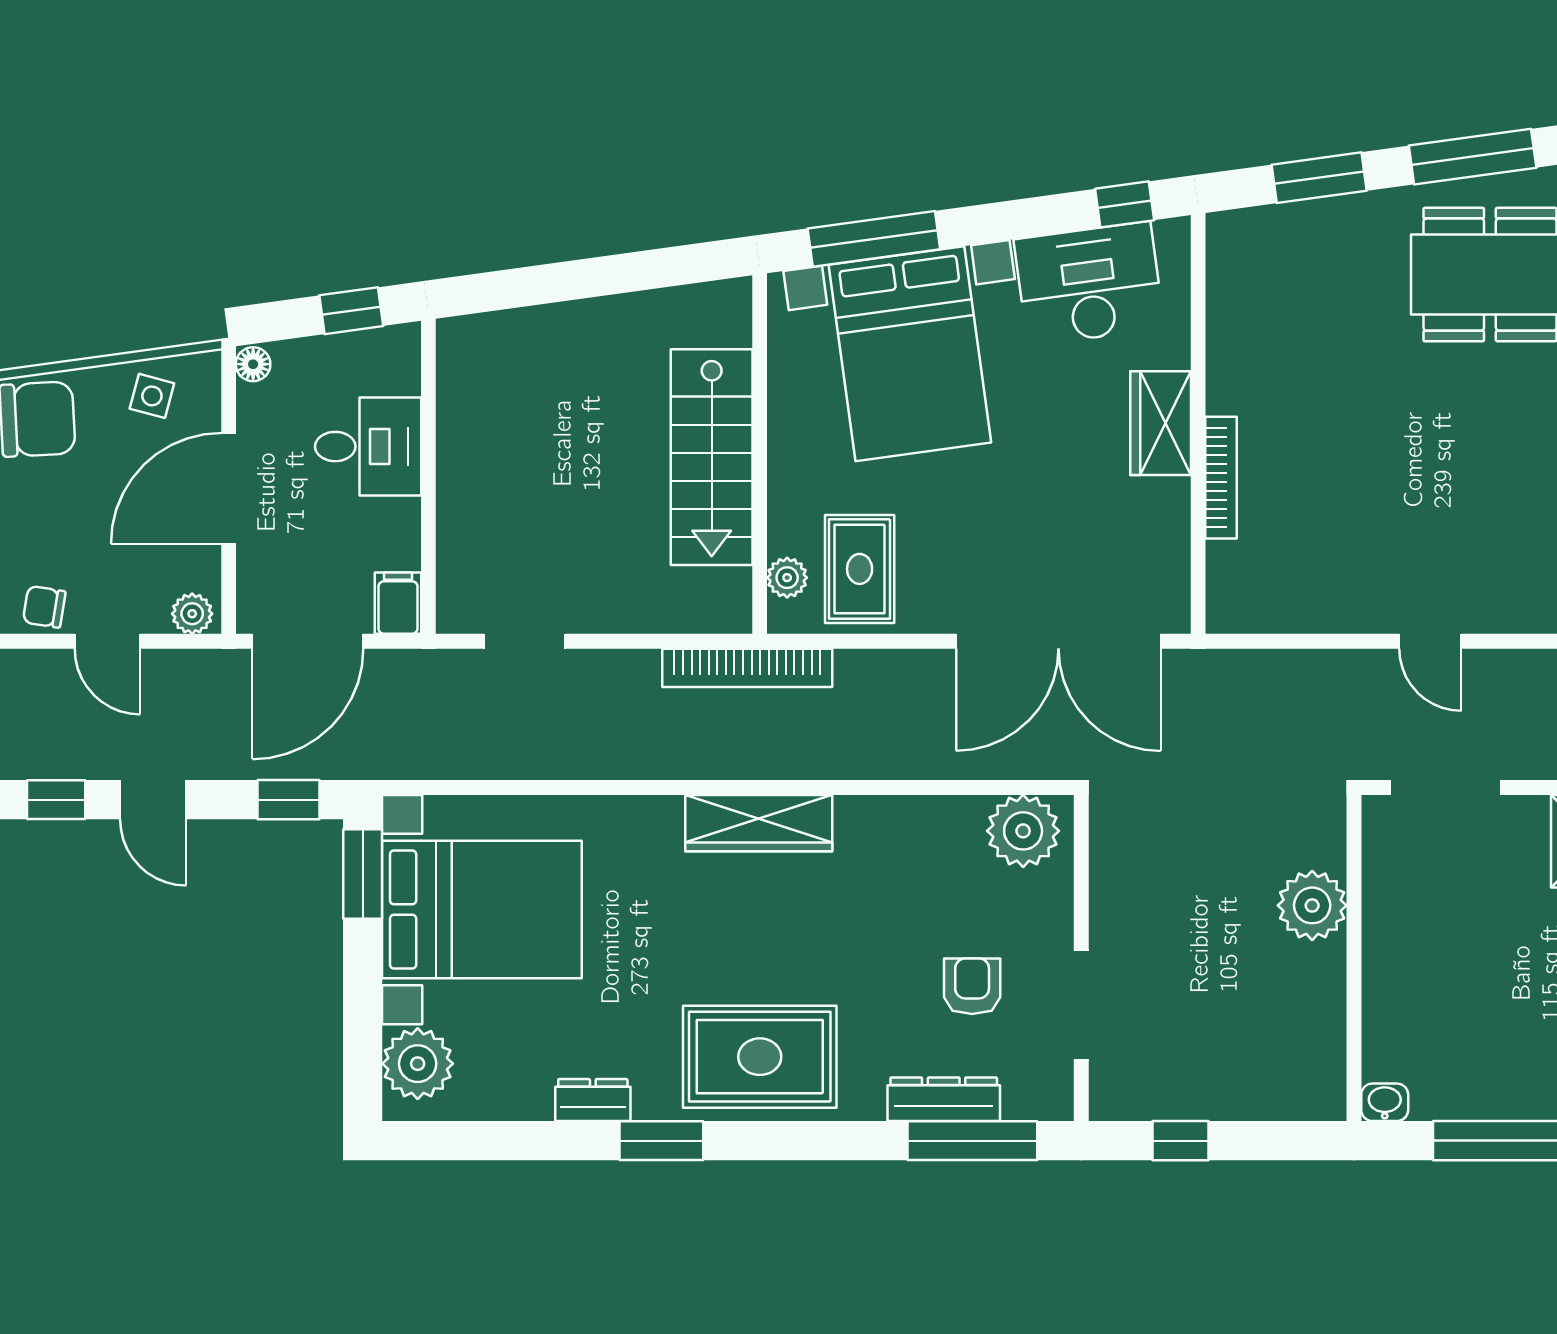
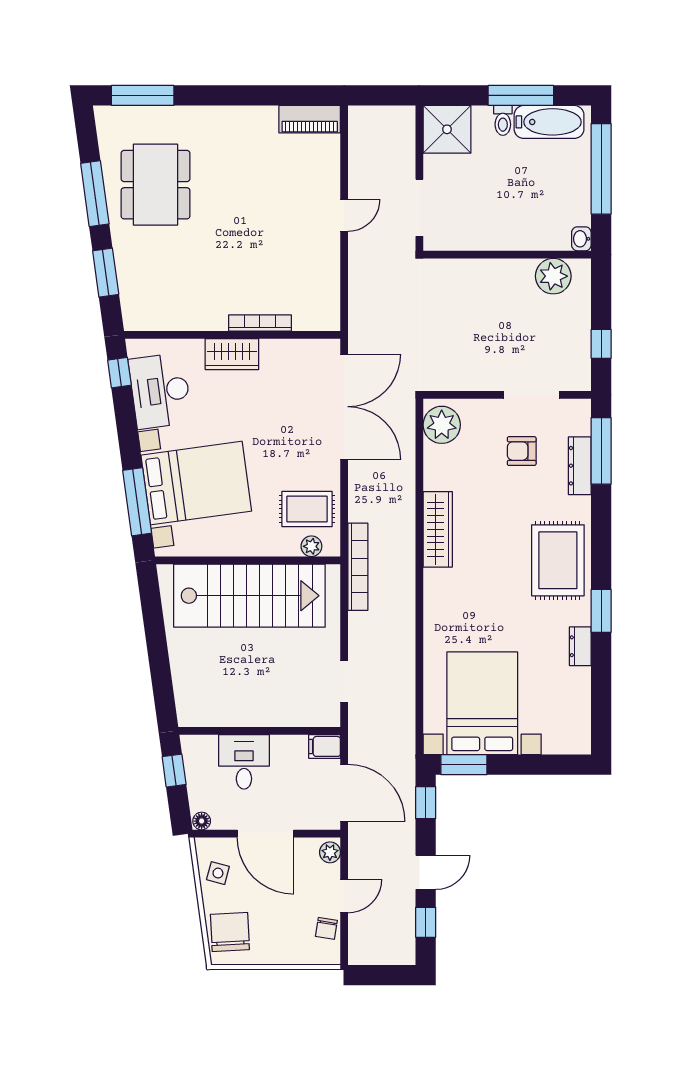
stairs: (712, 457) -> (249, 596), width x1.36, depth x1.51
wardrobe: (759, 823) -> (438, 529), moved
plant: (1312, 905) -> (553, 276), moved
plant: (418, 1064) -> (561, 736), removed

